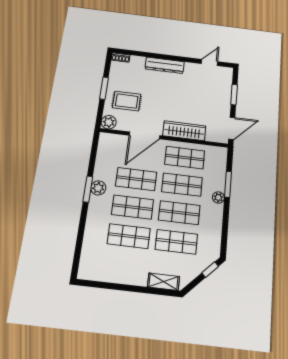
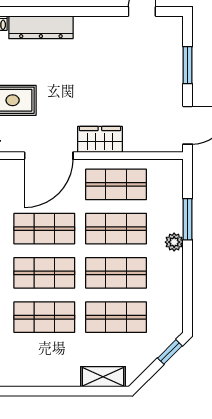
dresser: (165, 65) -> (41, 27), moved
wardrobe: (184, 131) -> (100, 139), width x0.67

